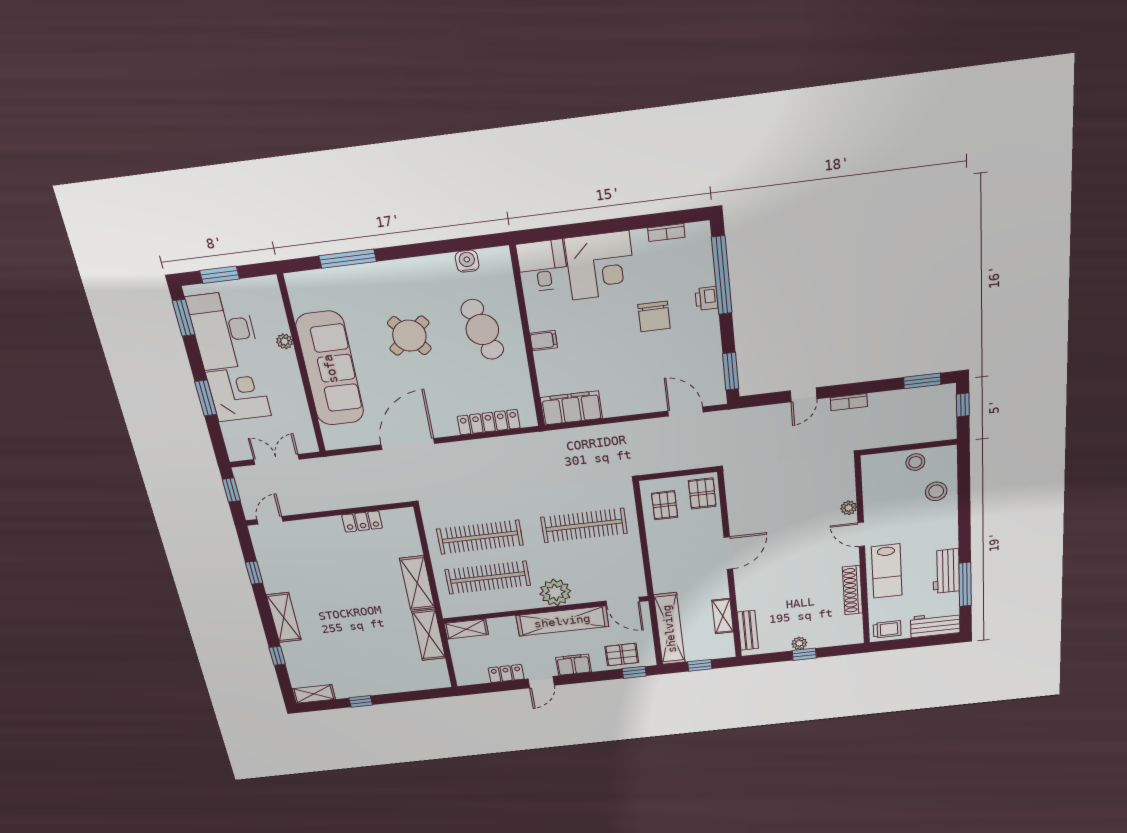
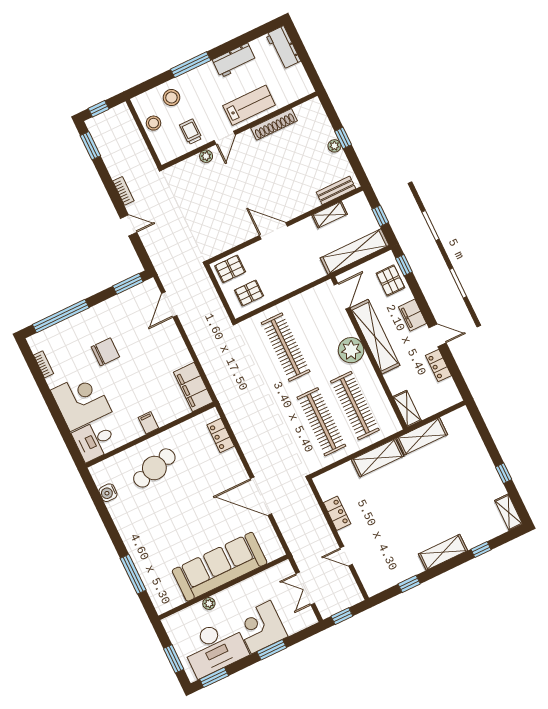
printer: (707, 298) -> (80, 320), removed
round table: (409, 336) -> (176, 517), removed
locker: (489, 422) -> (221, 436), width x0.66
door: (270, 520) -> (346, 556), moved
window: (965, 584) -> (191, 65), moved
trolley: (887, 629) -> (191, 132), moved

